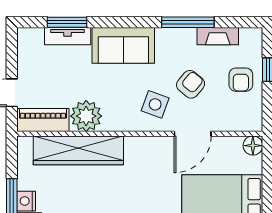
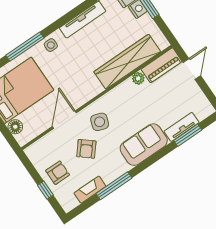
armchair: (241, 80) -> (58, 173), turned 90
plant: (86, 116) -> (138, 78), width x0.53, depth x0.53
floor lamp: (253, 146) -> (15, 127), moved

